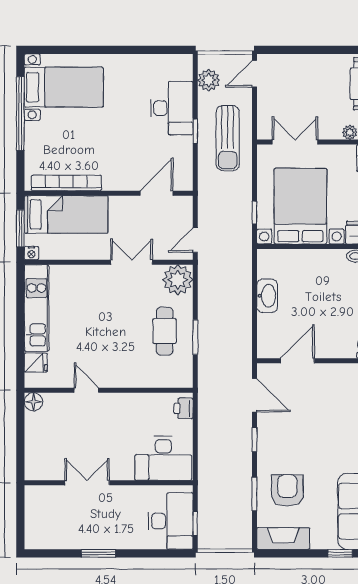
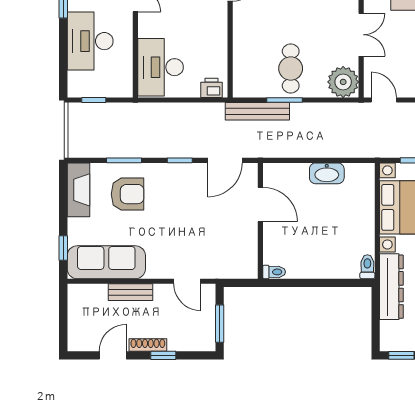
cafe table: (165, 331) -> (291, 68), turned 90
bench: (206, 364) -> (257, 111), added
desk: (171, 521) -> (90, 41), moved, turned 90

